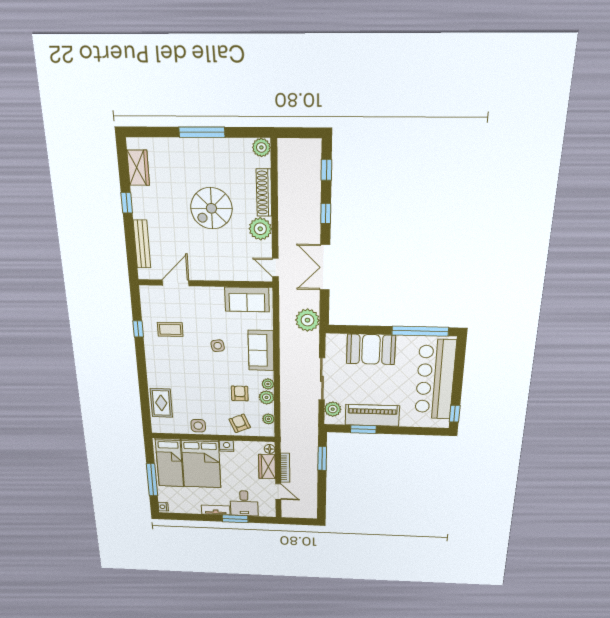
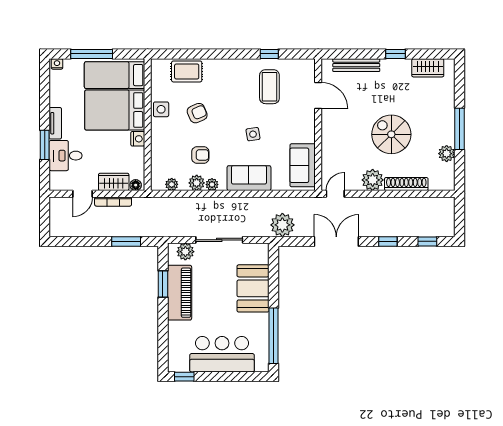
plant: (261, 147) -> (447, 154), moved
coffee table: (170, 329) -> (269, 87), width x1.36, depth x1.30
bar counter: (435, 380) -> (222, 354), width x0.73
armchair: (240, 423) -> (197, 113), moved

